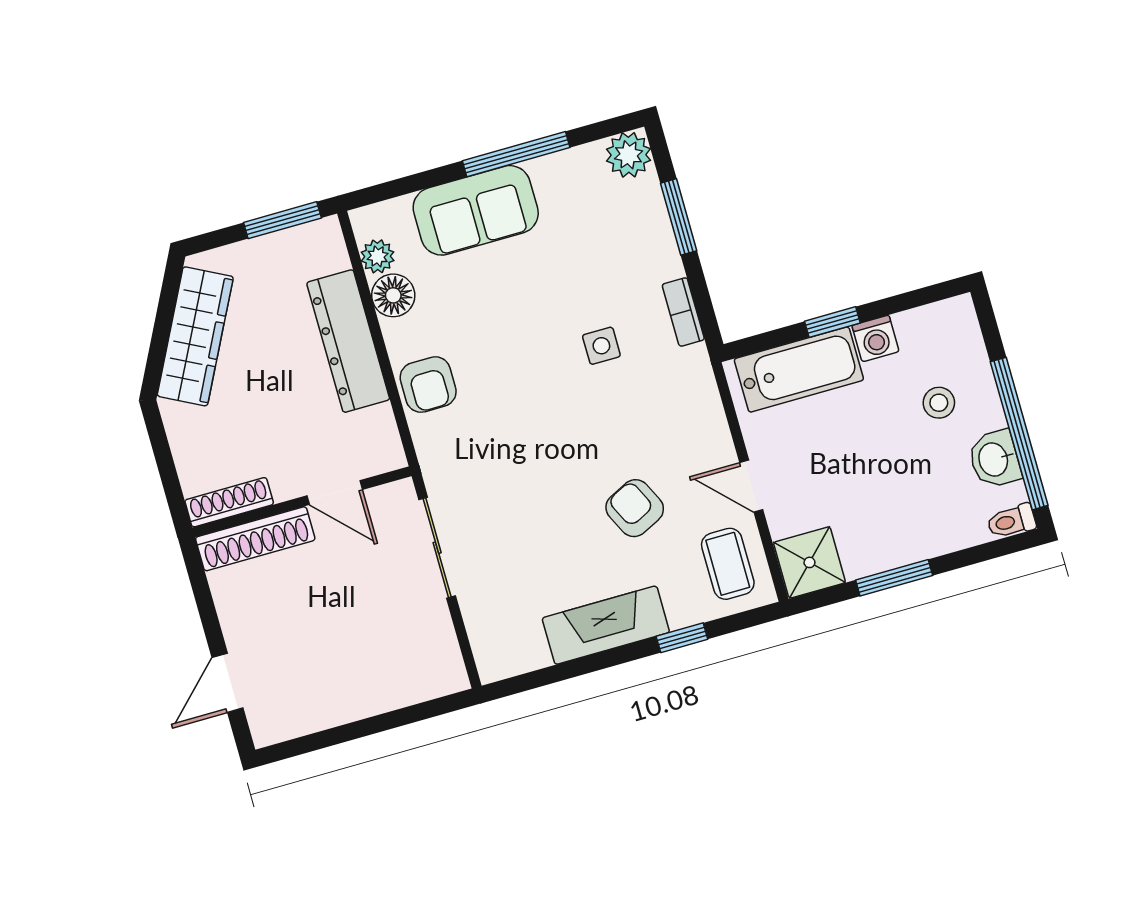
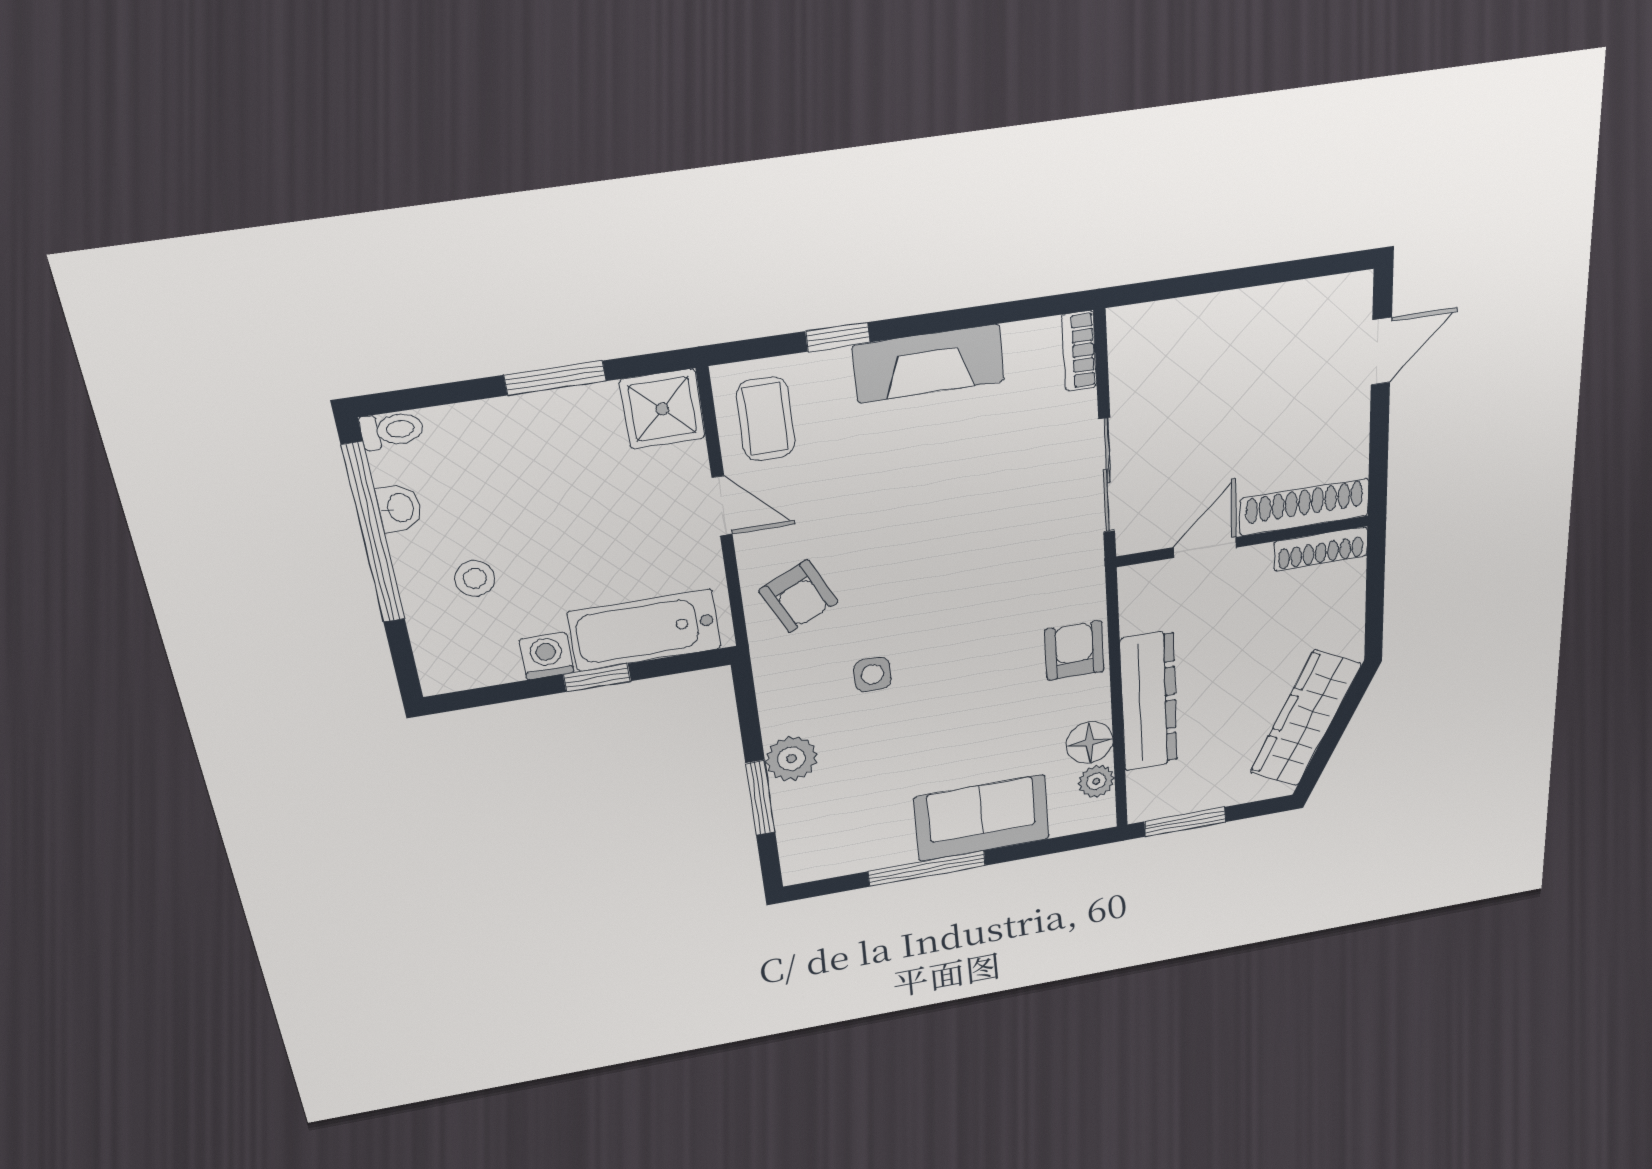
plant: (629, 155) -> (791, 759), moved
bookcase: (683, 312) -> (1079, 351), moved, turned 180
washbasin: (994, 459) -> (400, 508), width x0.72, depth x0.69
door: (335, 493) -> (1205, 547), hinge flipped
armchair: (635, 508) -> (798, 596), moved

